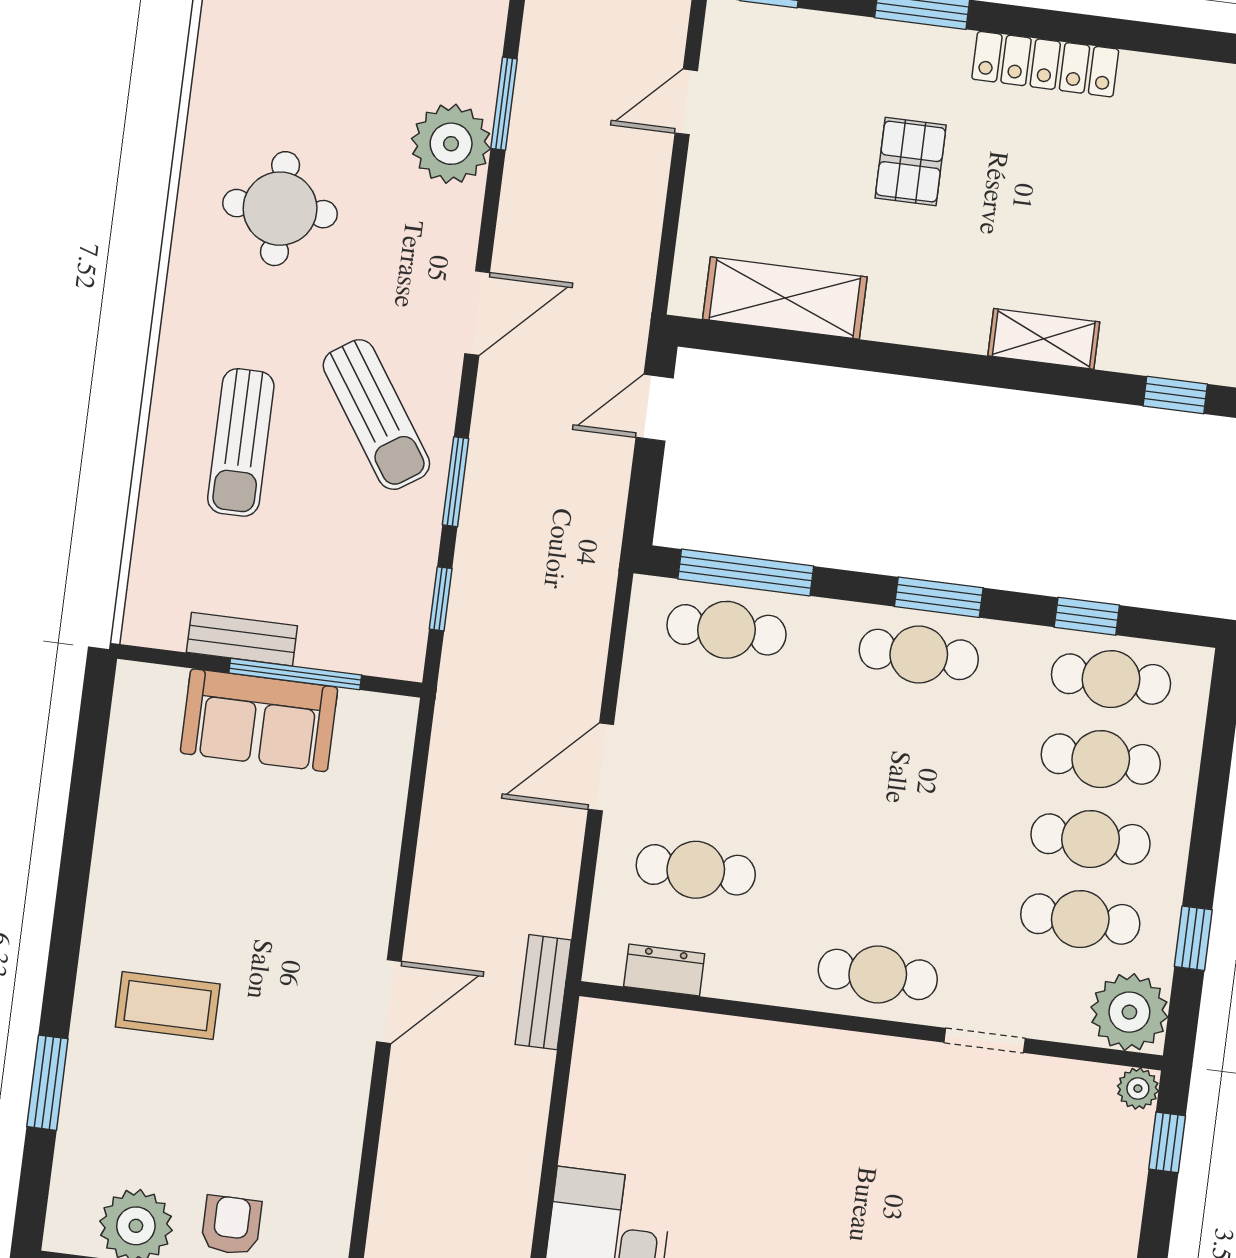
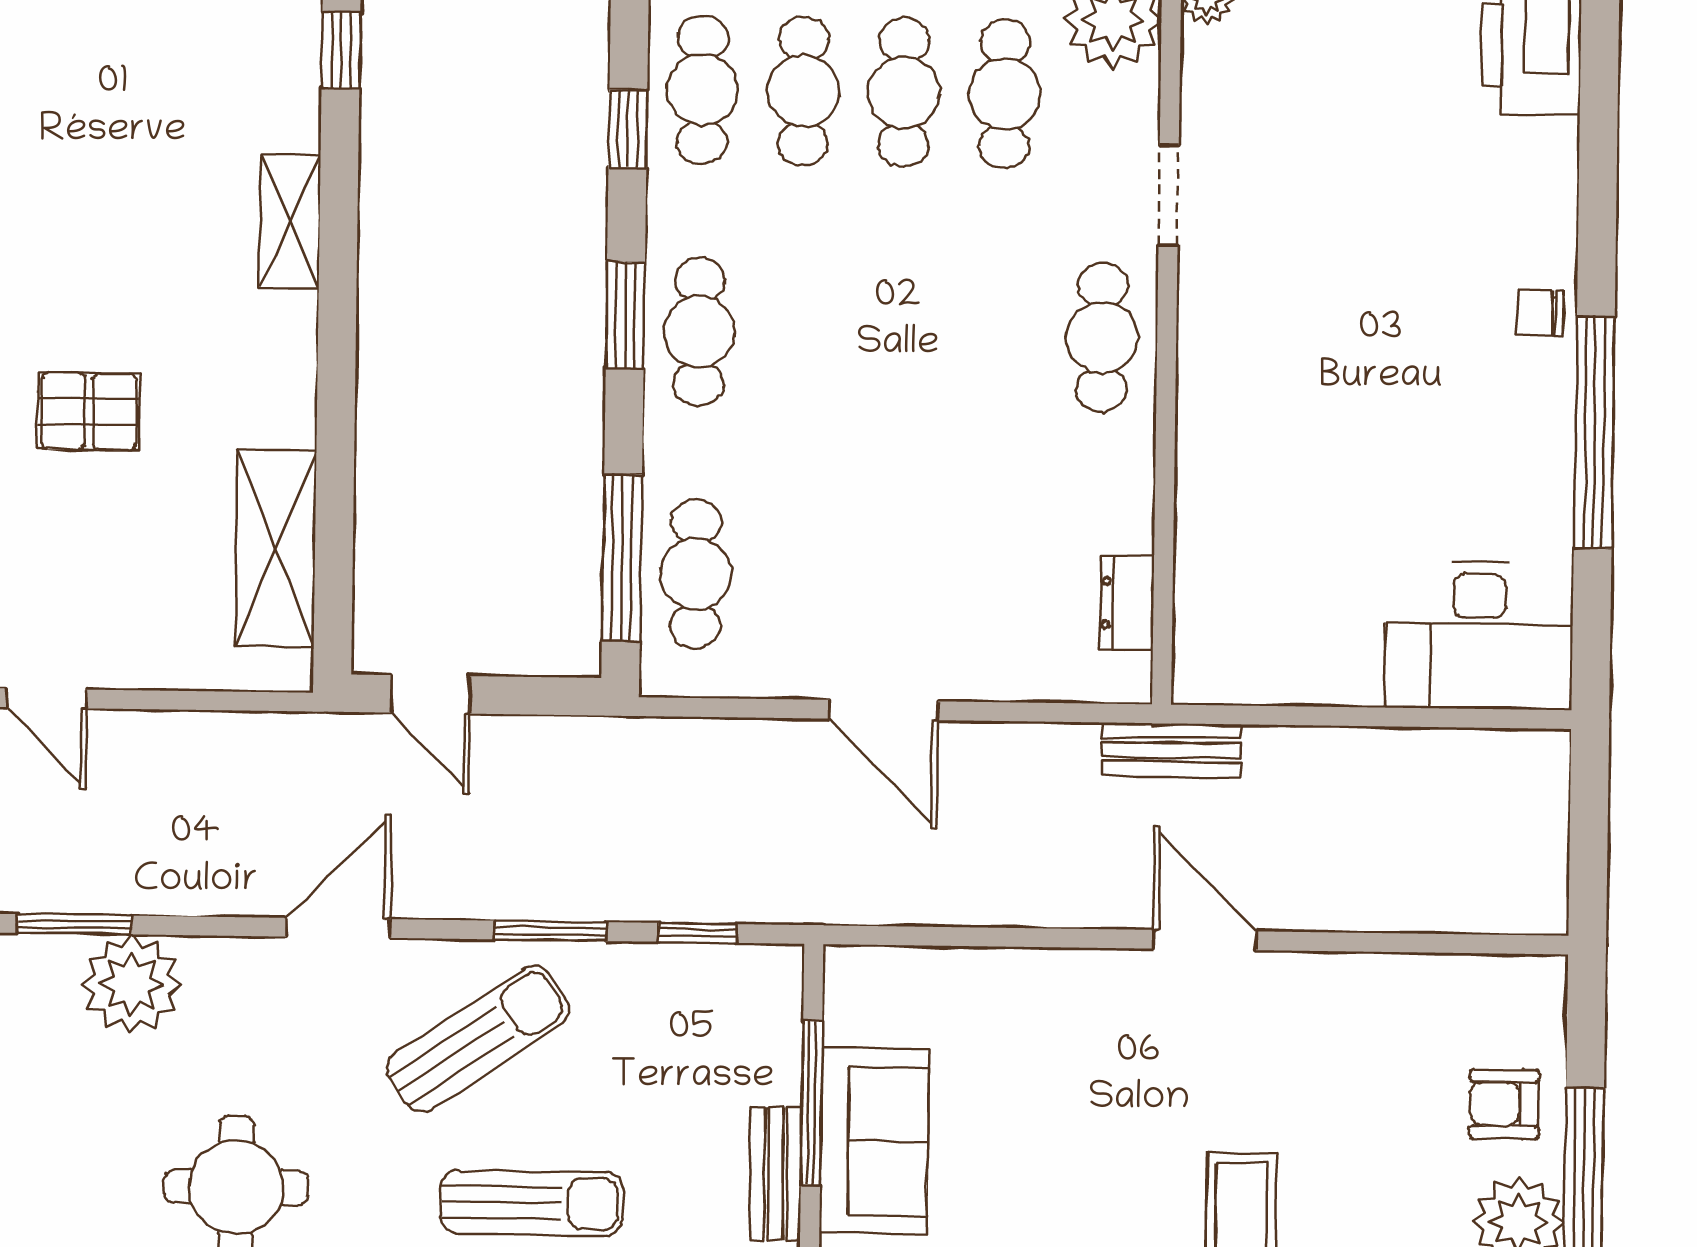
door: (477, 313) -> (338, 928), hinge flipped
cafe table: (696, 870) -> (998, 578), removed

